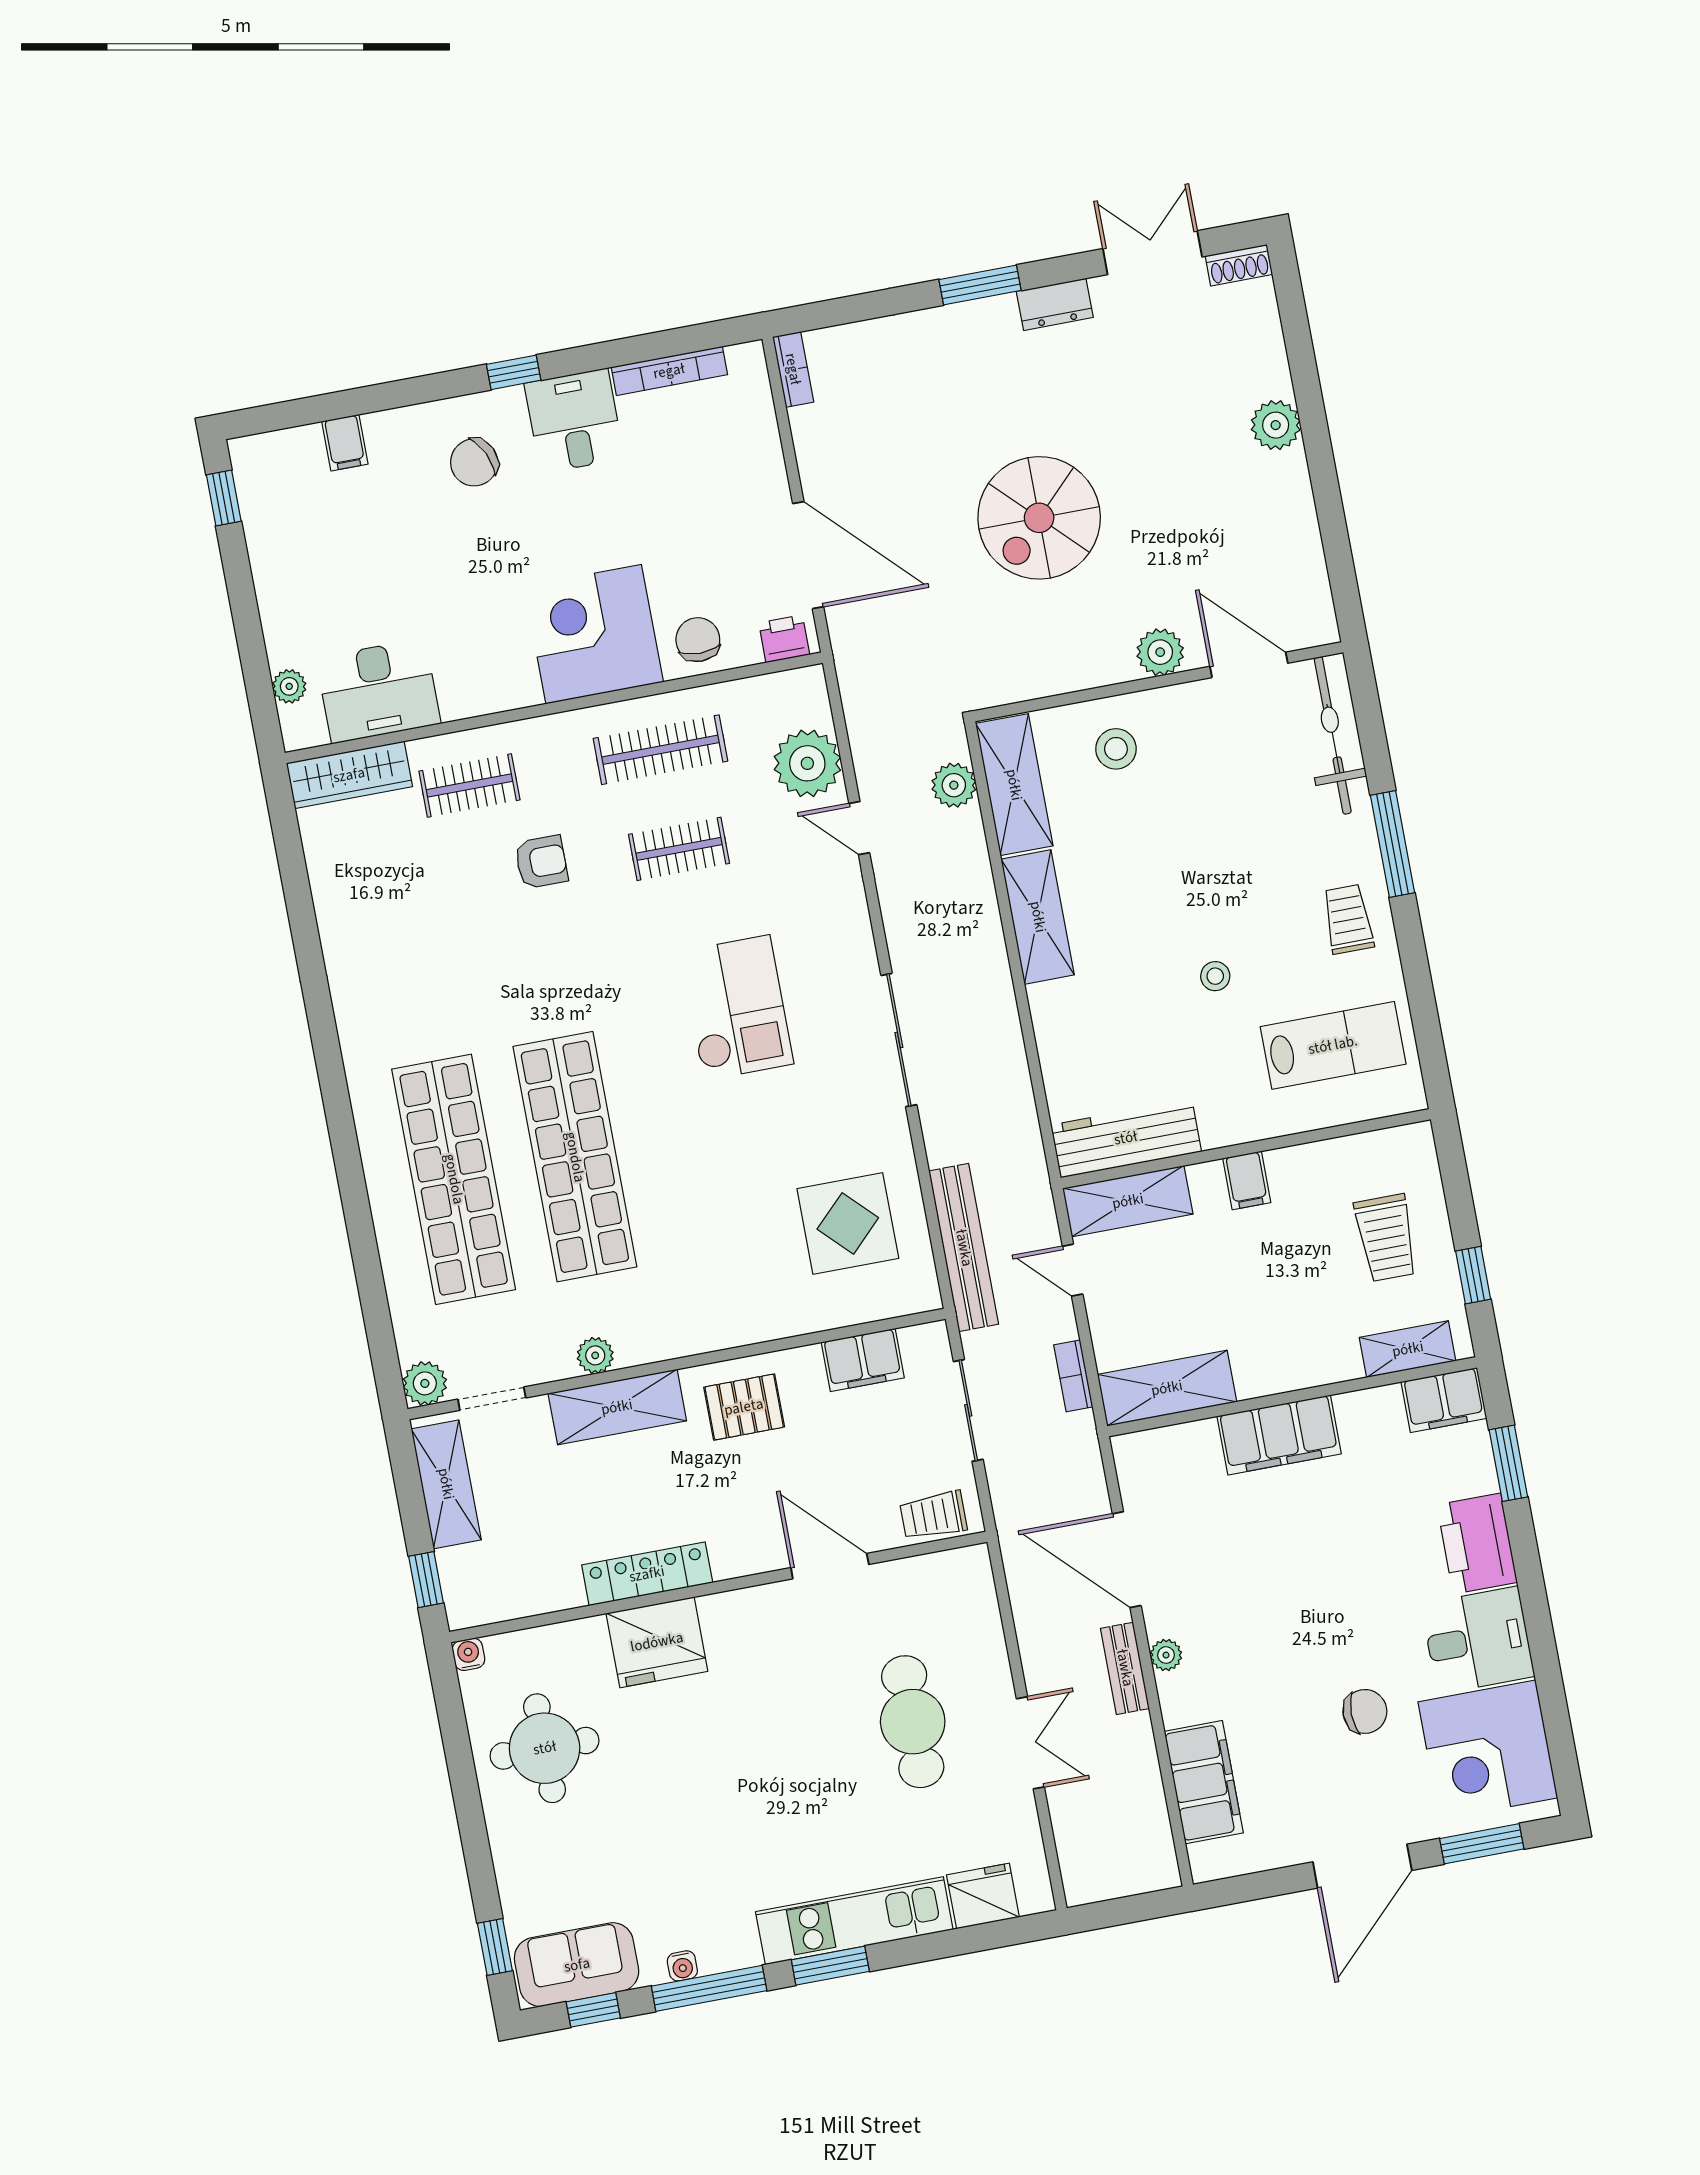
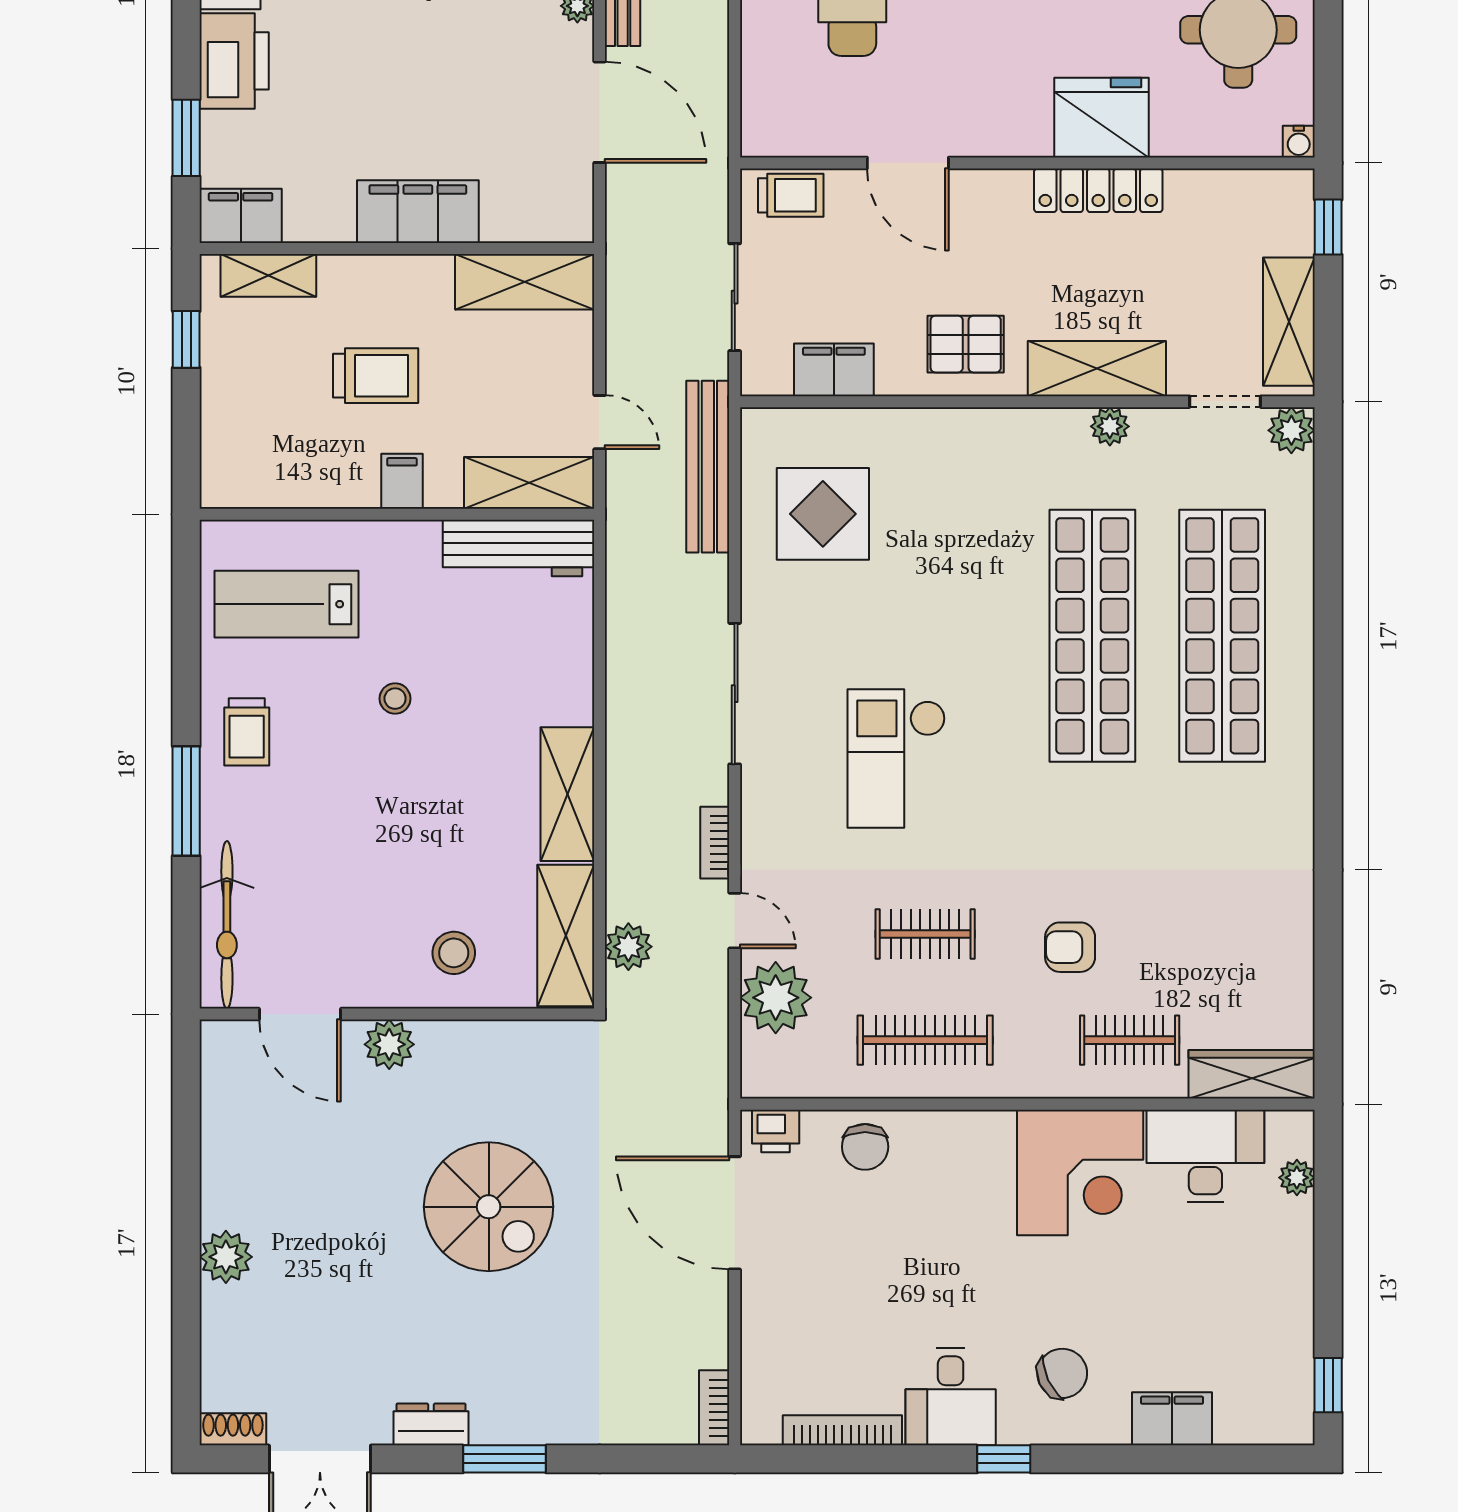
filing cabinet: (345, 443) -> (1172, 1419), width x2.00
spiral stairs: (1039, 518) -> (489, 1207), turned 90
corner desk: (594, 634) -> (1080, 1173), moved
trolley: (1386, 1238) -> (376, 376), moved, turned 90
bookcase: (1073, 1376) -> (715, 843), moved, turned 180

